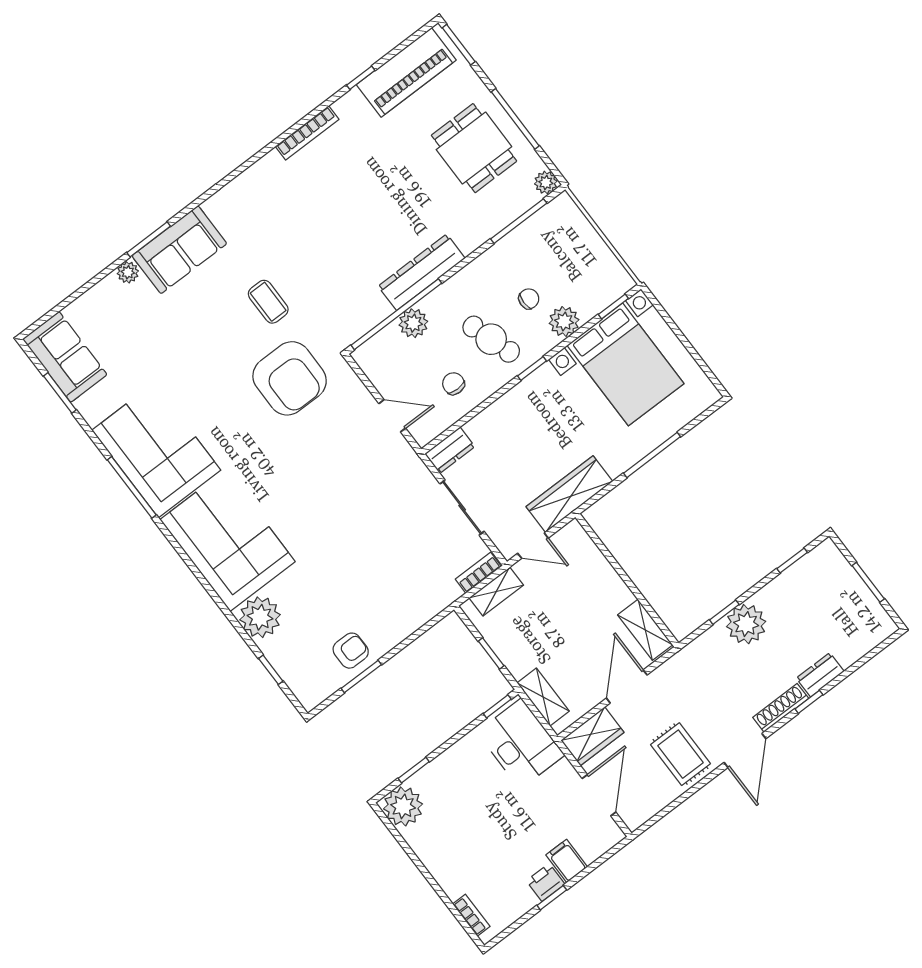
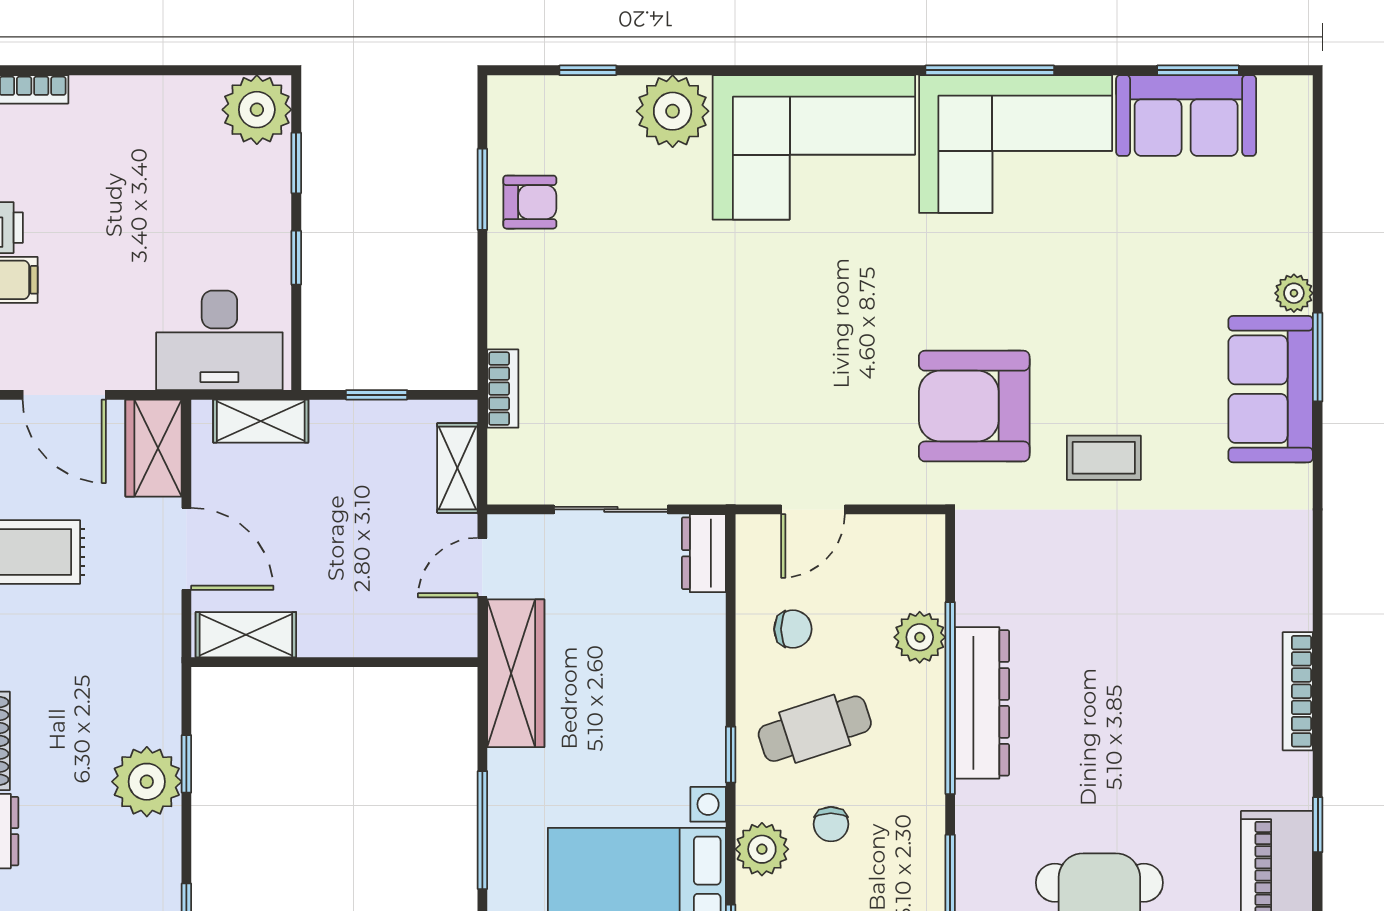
window: (396, 314) -> (950, 698), moved
sofa: (65, 357) -> (1186, 116), moved
bookcase: (478, 573) -> (503, 389), moved
armchair: (351, 651) -> (530, 202), turned -90
window: (497, 706) -> (296, 258), moved

